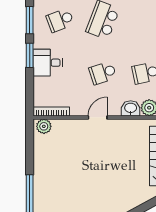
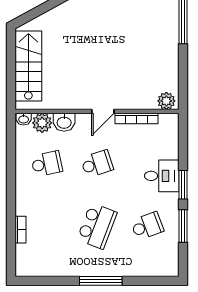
bookcase: (51, 111) -> (137, 119), moved

